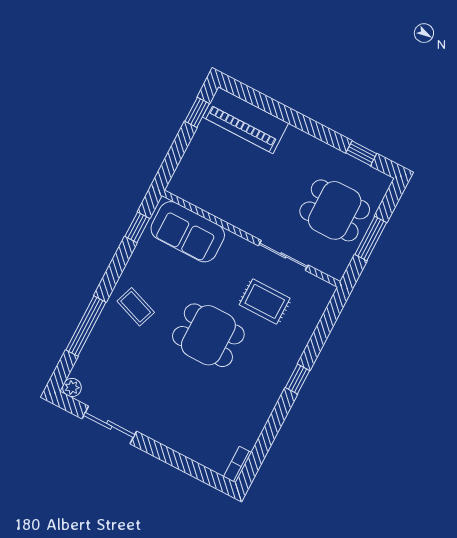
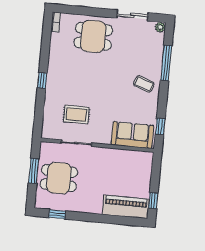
dining table: (208, 335) -> (93, 36), moved

